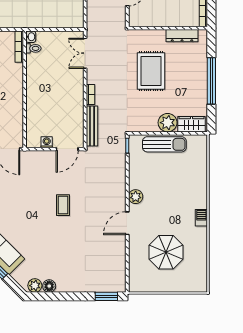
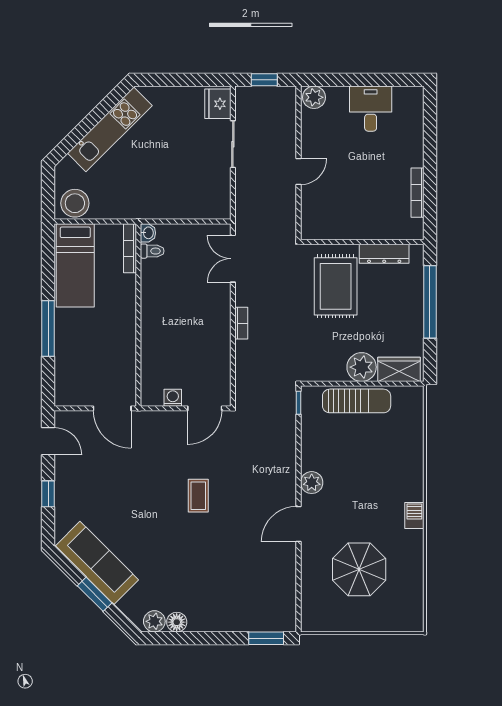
wall: (168, 28) -> (362, 242), moved
dresser: (182, 36) -> (384, 254), moved
bench: (92, 126) -> (244, 372), removed

